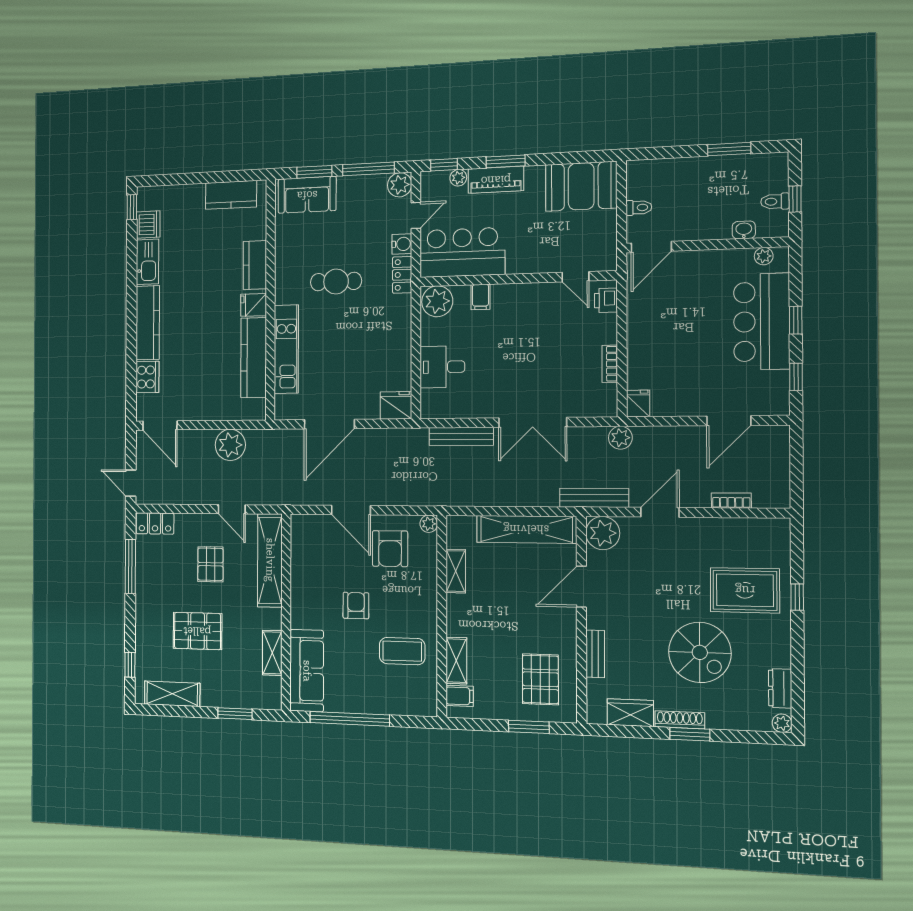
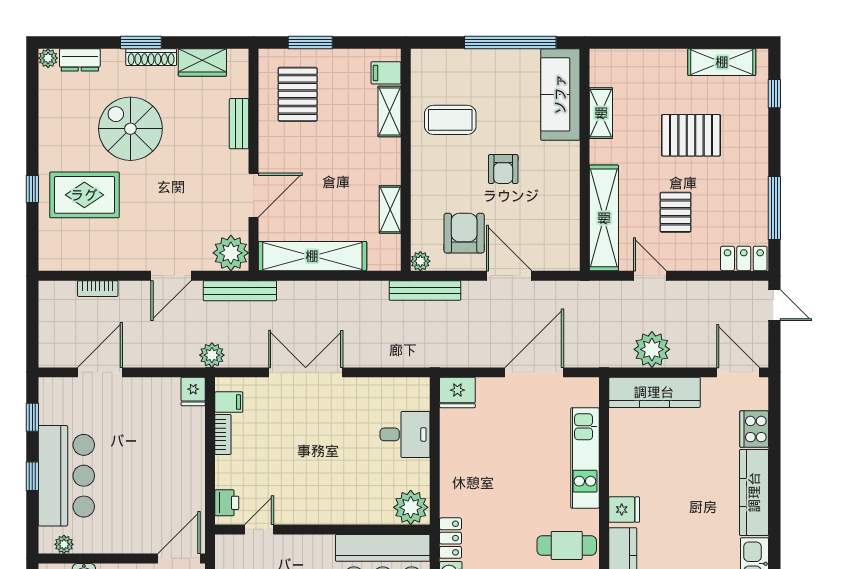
door: (575, 277) -> (259, 529), hinge flipped
cafe table: (336, 282) -> (567, 545), moved
filing cabinet: (481, 297) -> (229, 402), moved, turned 90
kitchen counter: (254, 358) -> (654, 392), moved, turned 90
bench: (461, 436) -> (425, 290), moved
dresser: (780, 688) -> (80, 60), moved, turned 90
window: (235, 714) -> (645, 42), removed

